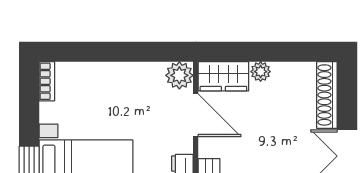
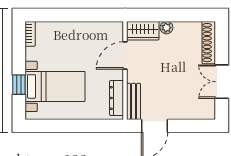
plant: (179, 75) -> (115, 30), removed
door: (196, 115) -> (125, 55), swing flipped

